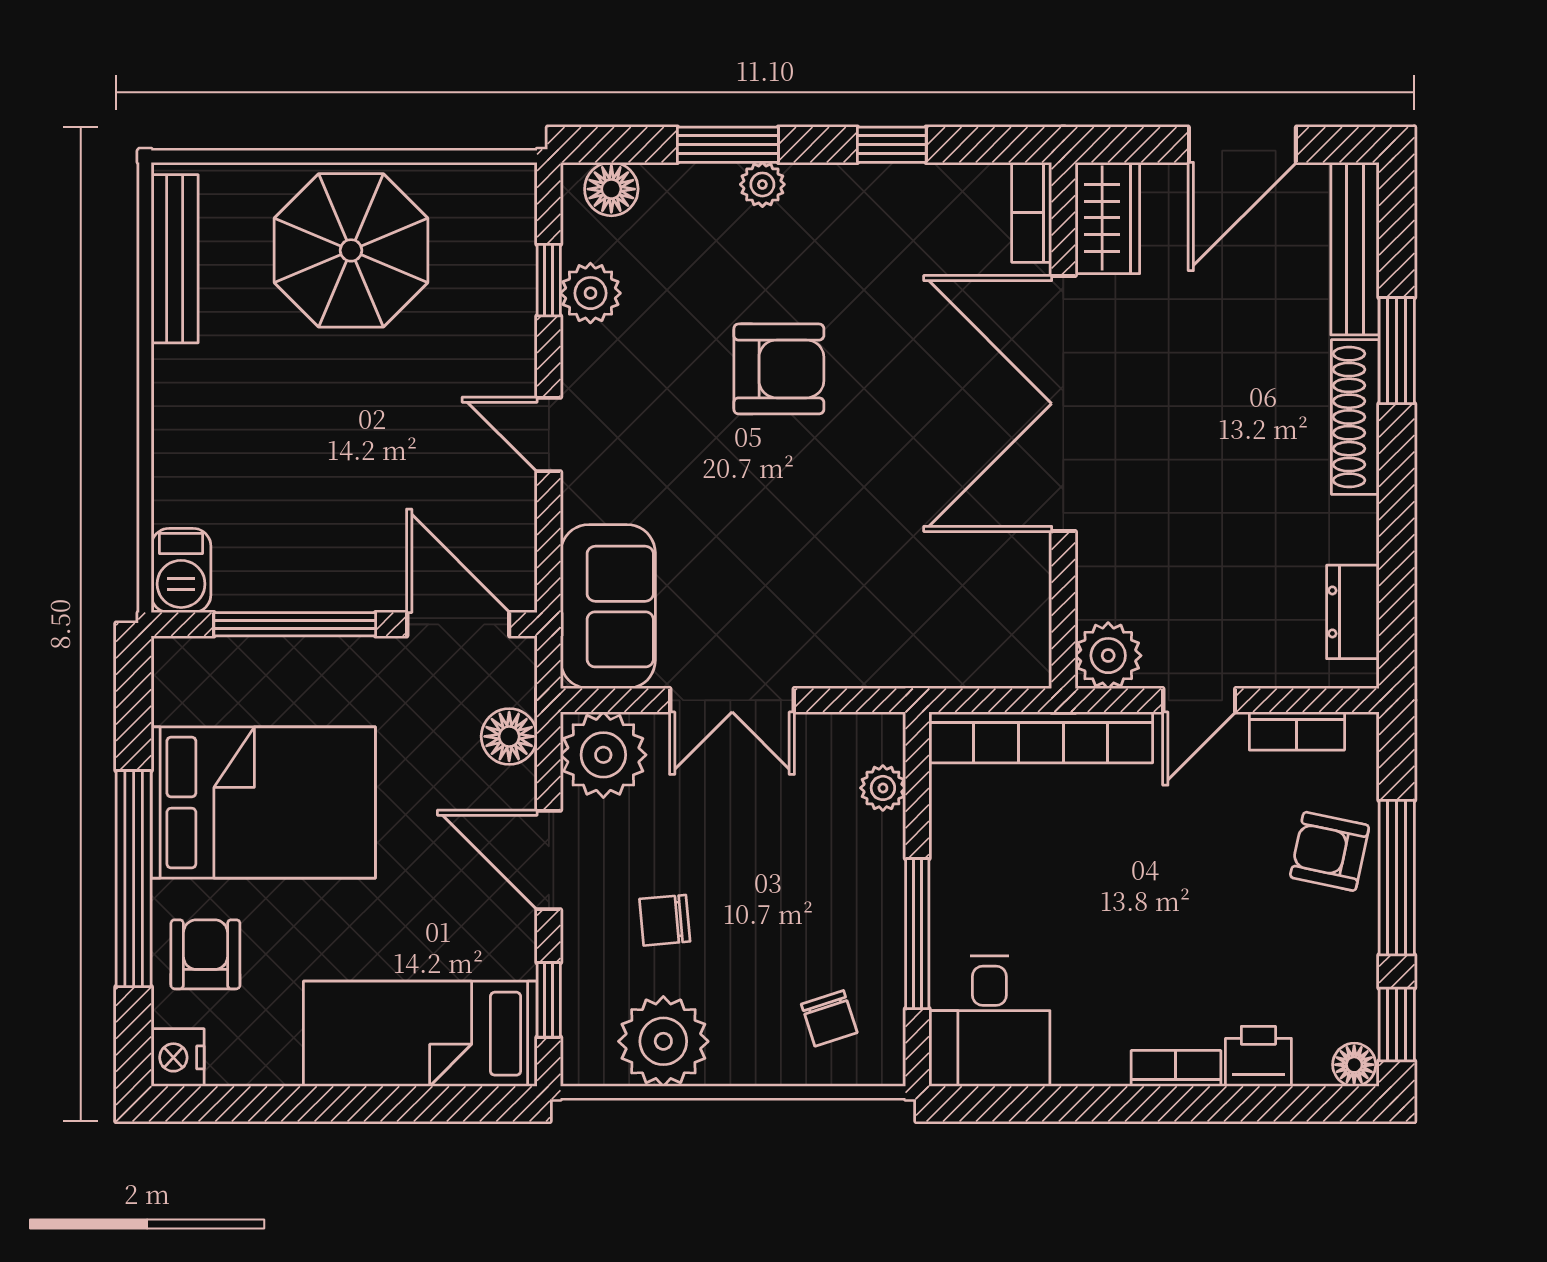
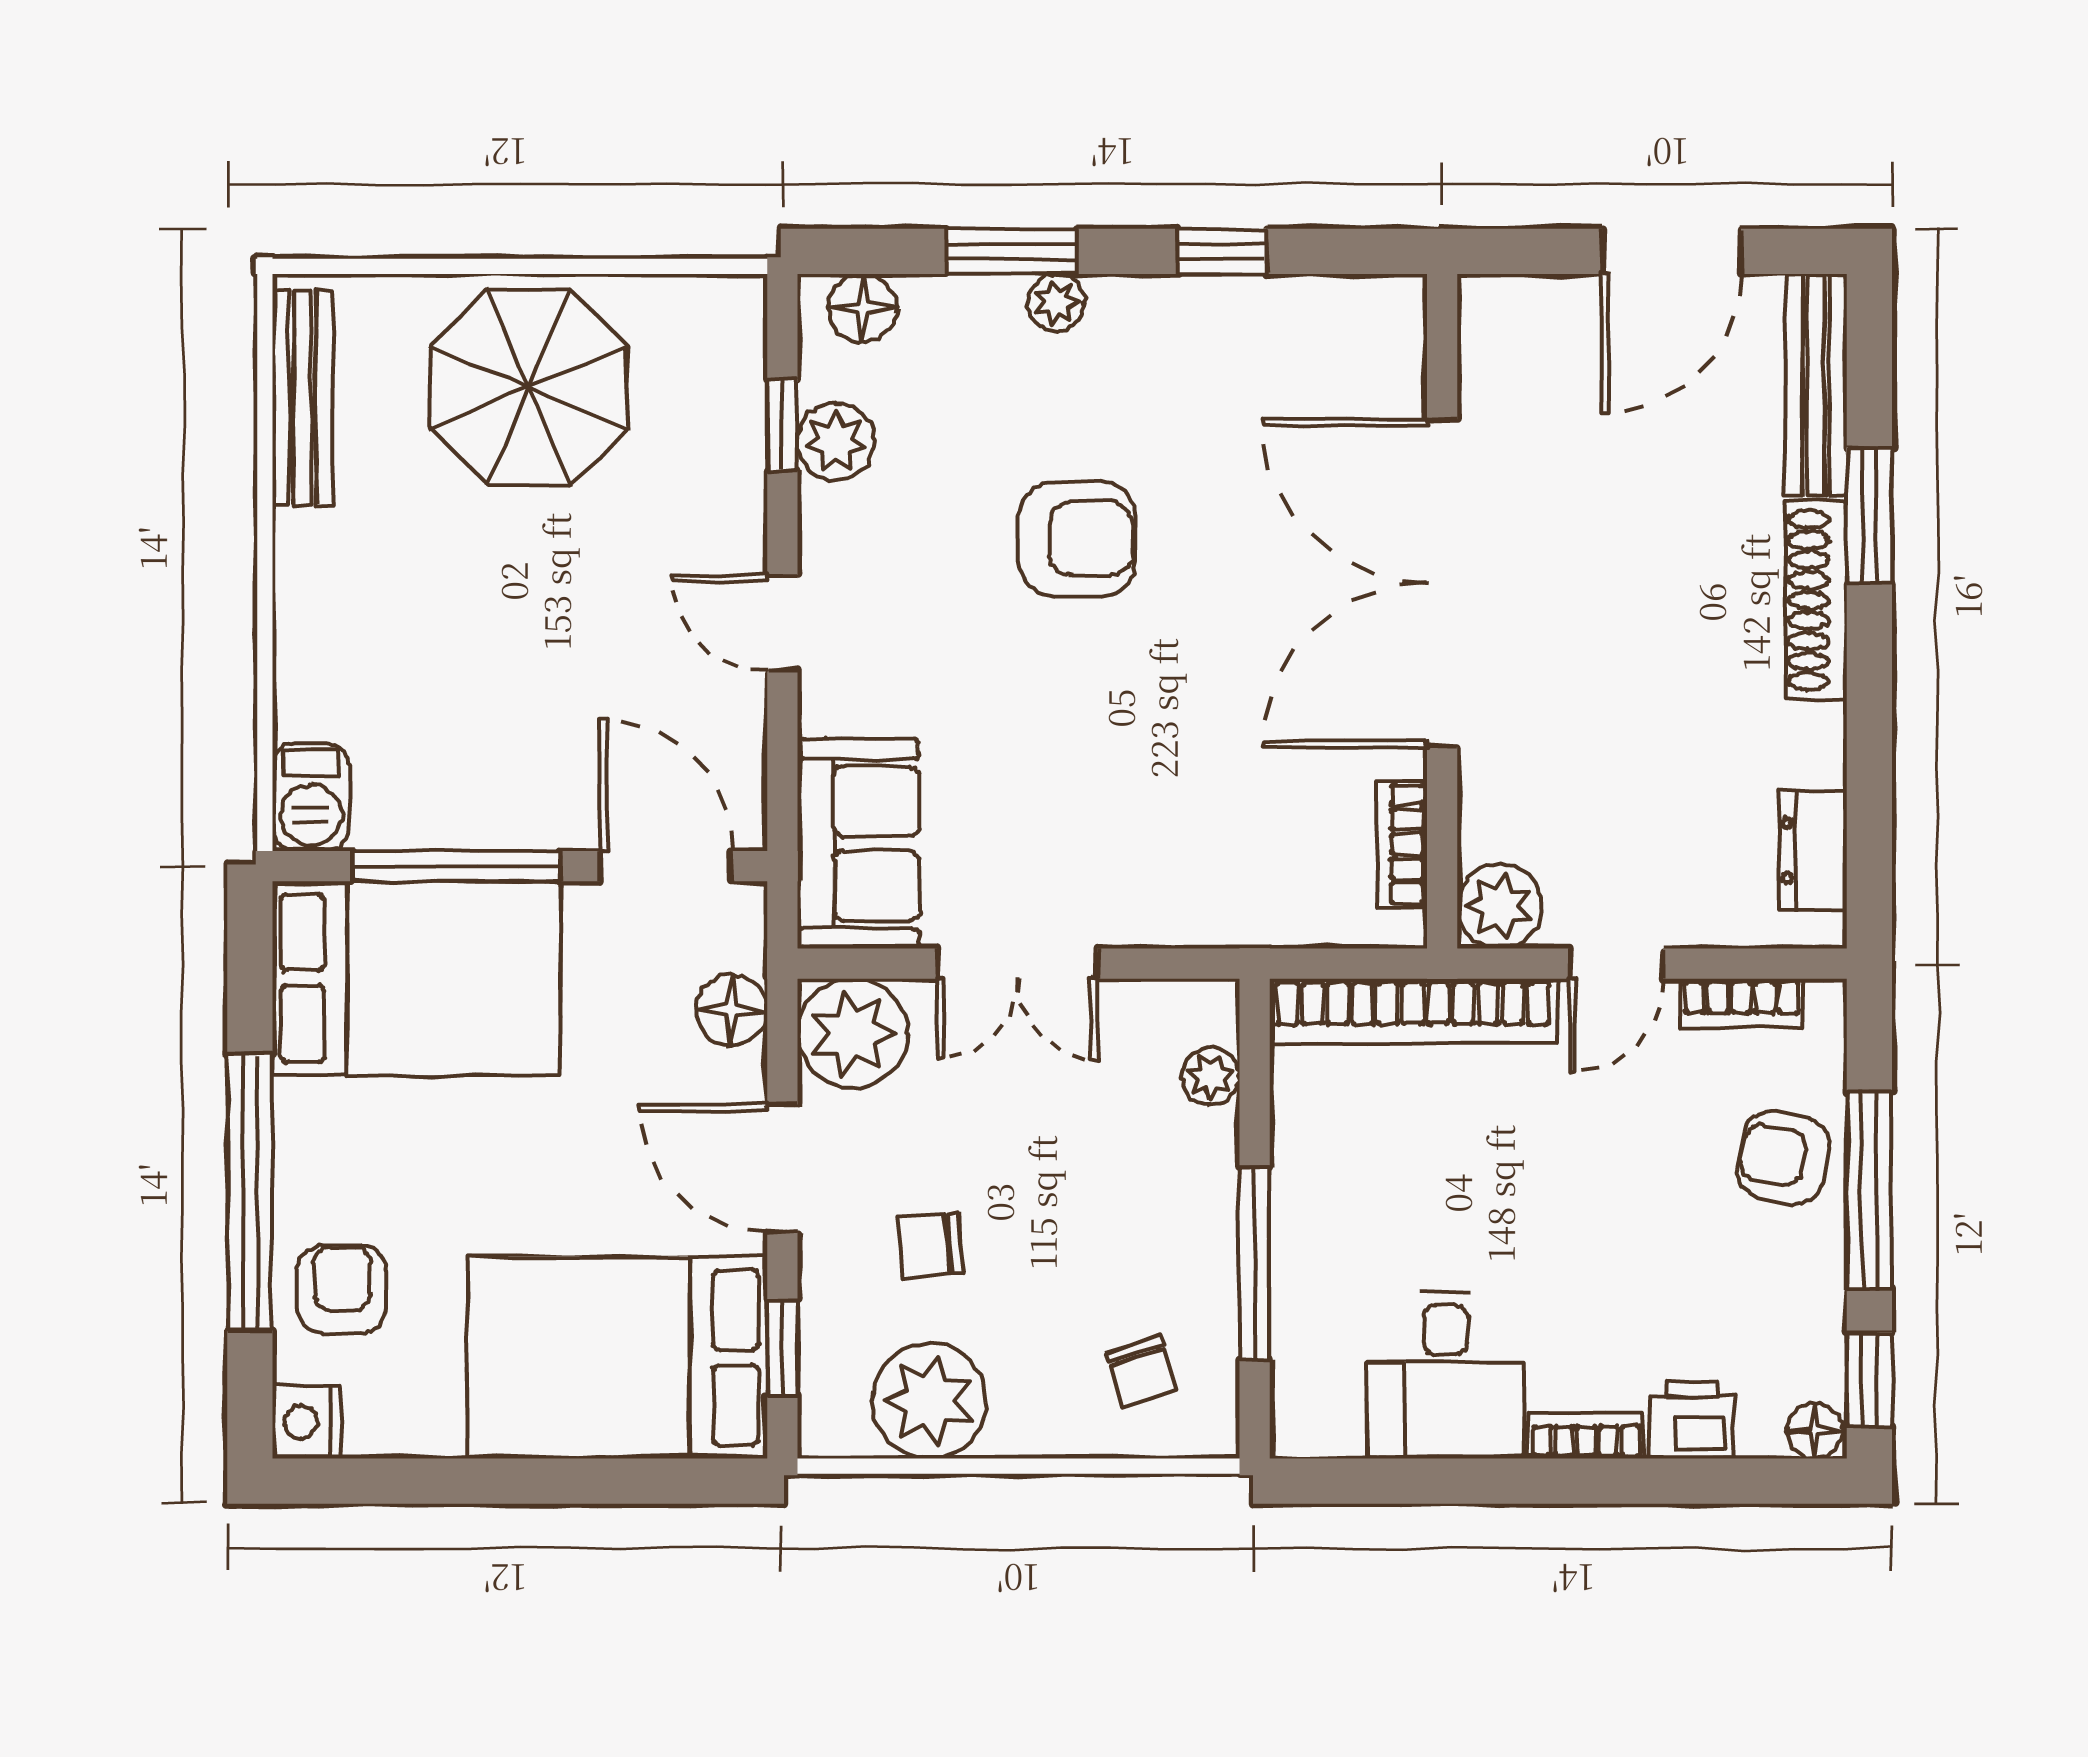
bookcase: (1032, 212) -> (1401, 844), moved
wardrobe: (1107, 218) -> (1499, 345), removed
bed: (263, 803) -> (416, 978), moved
desk: (989, 1021) -> (1445, 1375), moved
bed: (420, 1034) -> (618, 1357), width x1.50

